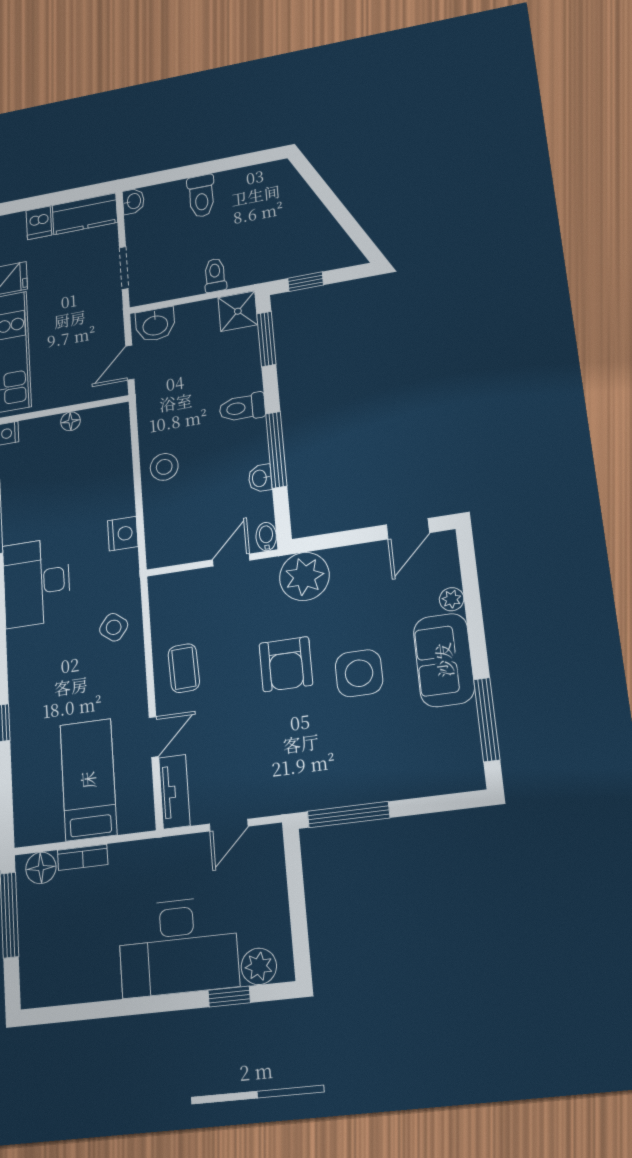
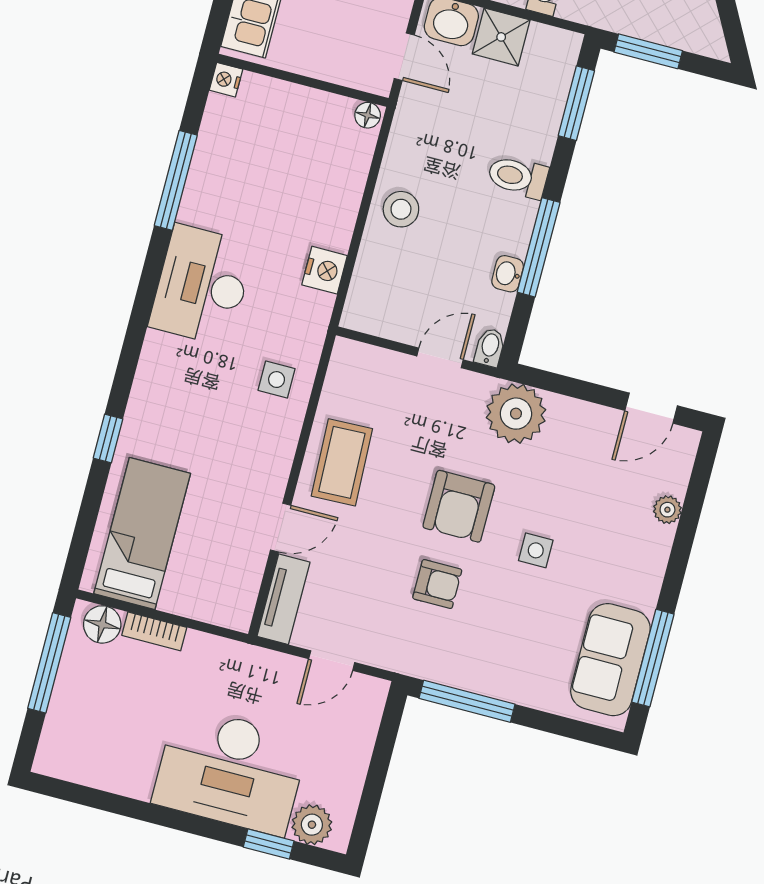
window: (306, 282) -> (648, 51), width x1.50
shower: (238, 311) -> (501, 37), moved
door: (130, 363) -> (404, 57), swing flipped
floor lamp: (71, 421) -> (368, 115), moved
side table: (114, 627) -> (277, 380), turned -38
sofa: (444, 660) -> (610, 660), moved
coffee table: (184, 668) -> (342, 462), width x1.36, depth x1.30
side table: (359, 673) -> (536, 550), width x0.54, depth x0.54
armchair: (291, 731) -> (437, 584), added
bed: (88, 780) -> (142, 534), moved

